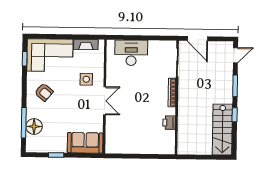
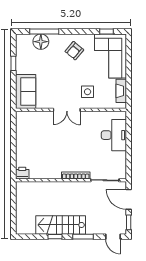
door: (197, 39) -> (129, 199), hinge flipped
window: (221, 39) -> (129, 222), added
printer: (169, 123) -> (22, 173), moved
stairs: (222, 129) -> (61, 225), moved

